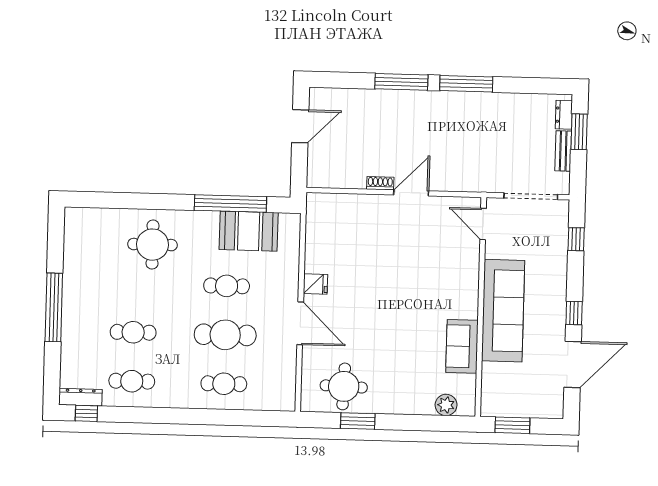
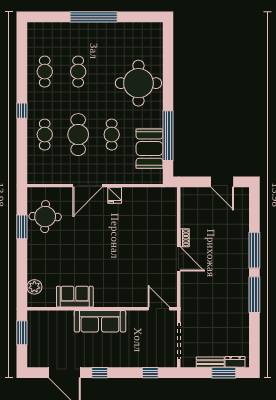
door: (483, 224) -> (159, 309), hinge flipped
round table: (153, 245) -> (138, 83), width x1.36, depth x1.36
sofa: (503, 311) -> (100, 321), width x0.74, depth x0.79
dresser: (80, 397) -> (33, 37), removed
window: (86, 413) -> (22, 111), moved

